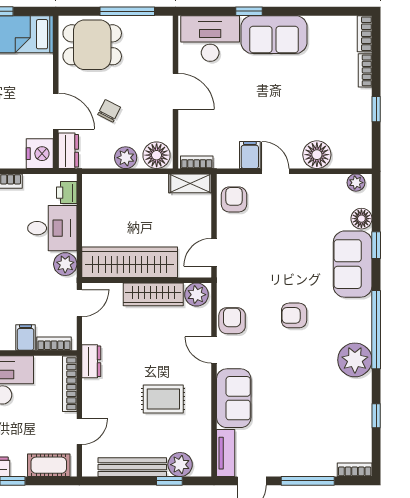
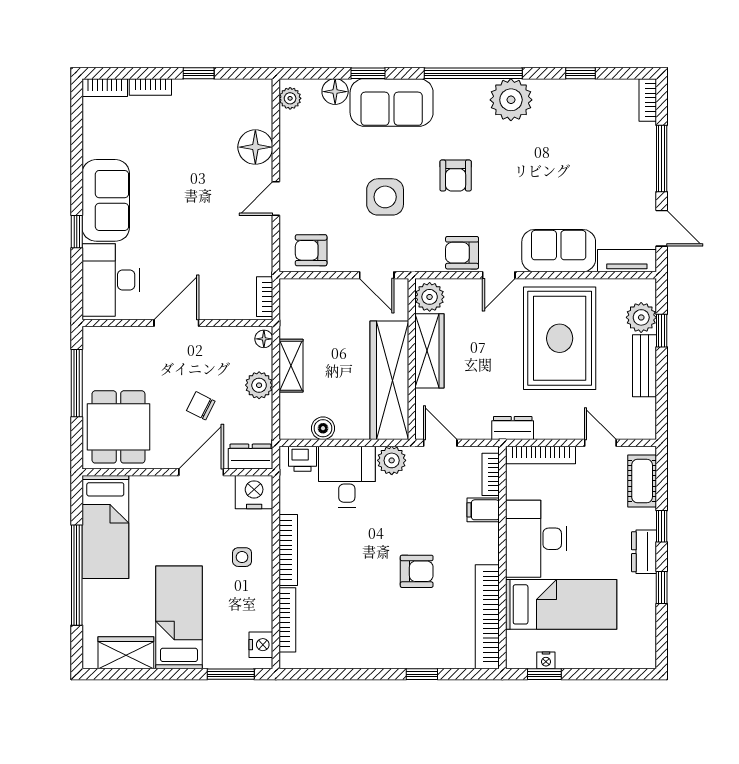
floor lamp: (157, 155) -> (264, 339), width x0.53, depth x0.53
filing cabinet: (250, 155) -> (256, 231), removed
shelving: (190, 183) -> (291, 366), moved
boiler: (91, 209) -> (323, 428), added
side table: (277, 259) -> (385, 197), added
rug: (163, 399) -> (560, 338), width x1.86, depth x2.06
bench: (132, 467) -> (644, 366), width x0.73

